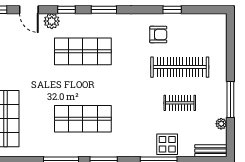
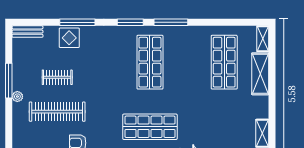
shop shelf: (83, 119) -> (150, 62), turned 90
plant: (221, 124) -> (17, 97), moved

